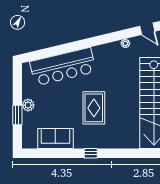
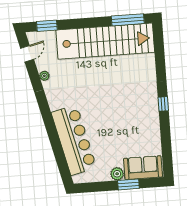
rug: (94, 108) -> (115, 104), removed
sofa: (55, 138) -> (143, 168), moved, turned 90

